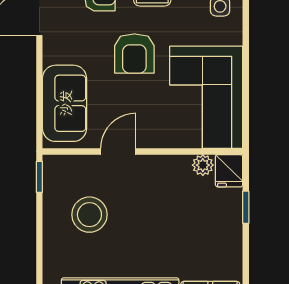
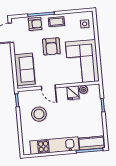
door: (118, 151) -> (48, 87), swing flipped
fridge: (229, 171) -> (73, 93), moved

